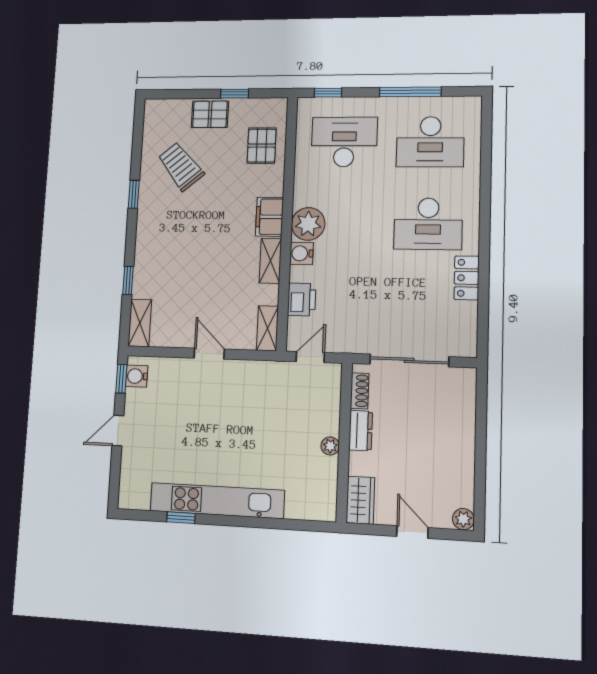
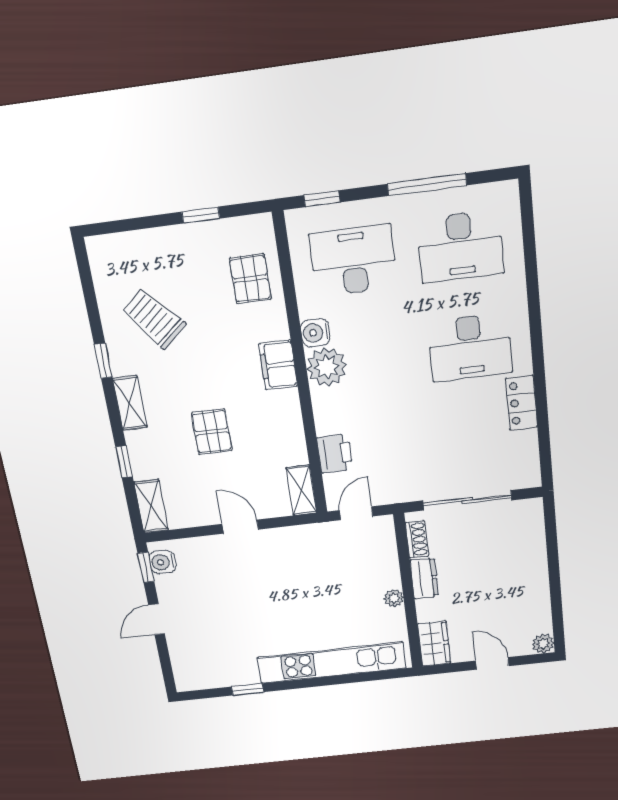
pallet: (210, 114) -> (212, 432), moved, turned 90
water cooler: (301, 253) -> (315, 333), moved
shelving: (270, 261) -> (130, 403), moved
kitchen unit: (217, 501) -> (332, 663), moved

